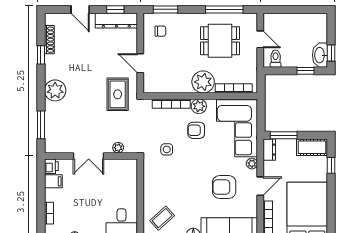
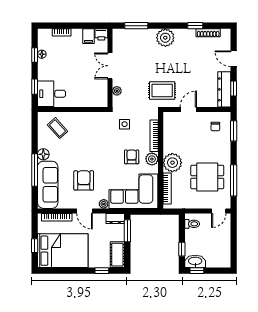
door: (80, 9) -> (234, 59), hinge flipped
door: (260, 39) -> (219, 211), moved
dining table: (220, 41) -> (207, 177), turned 90
side table: (167, 149) -> (125, 124), moved

